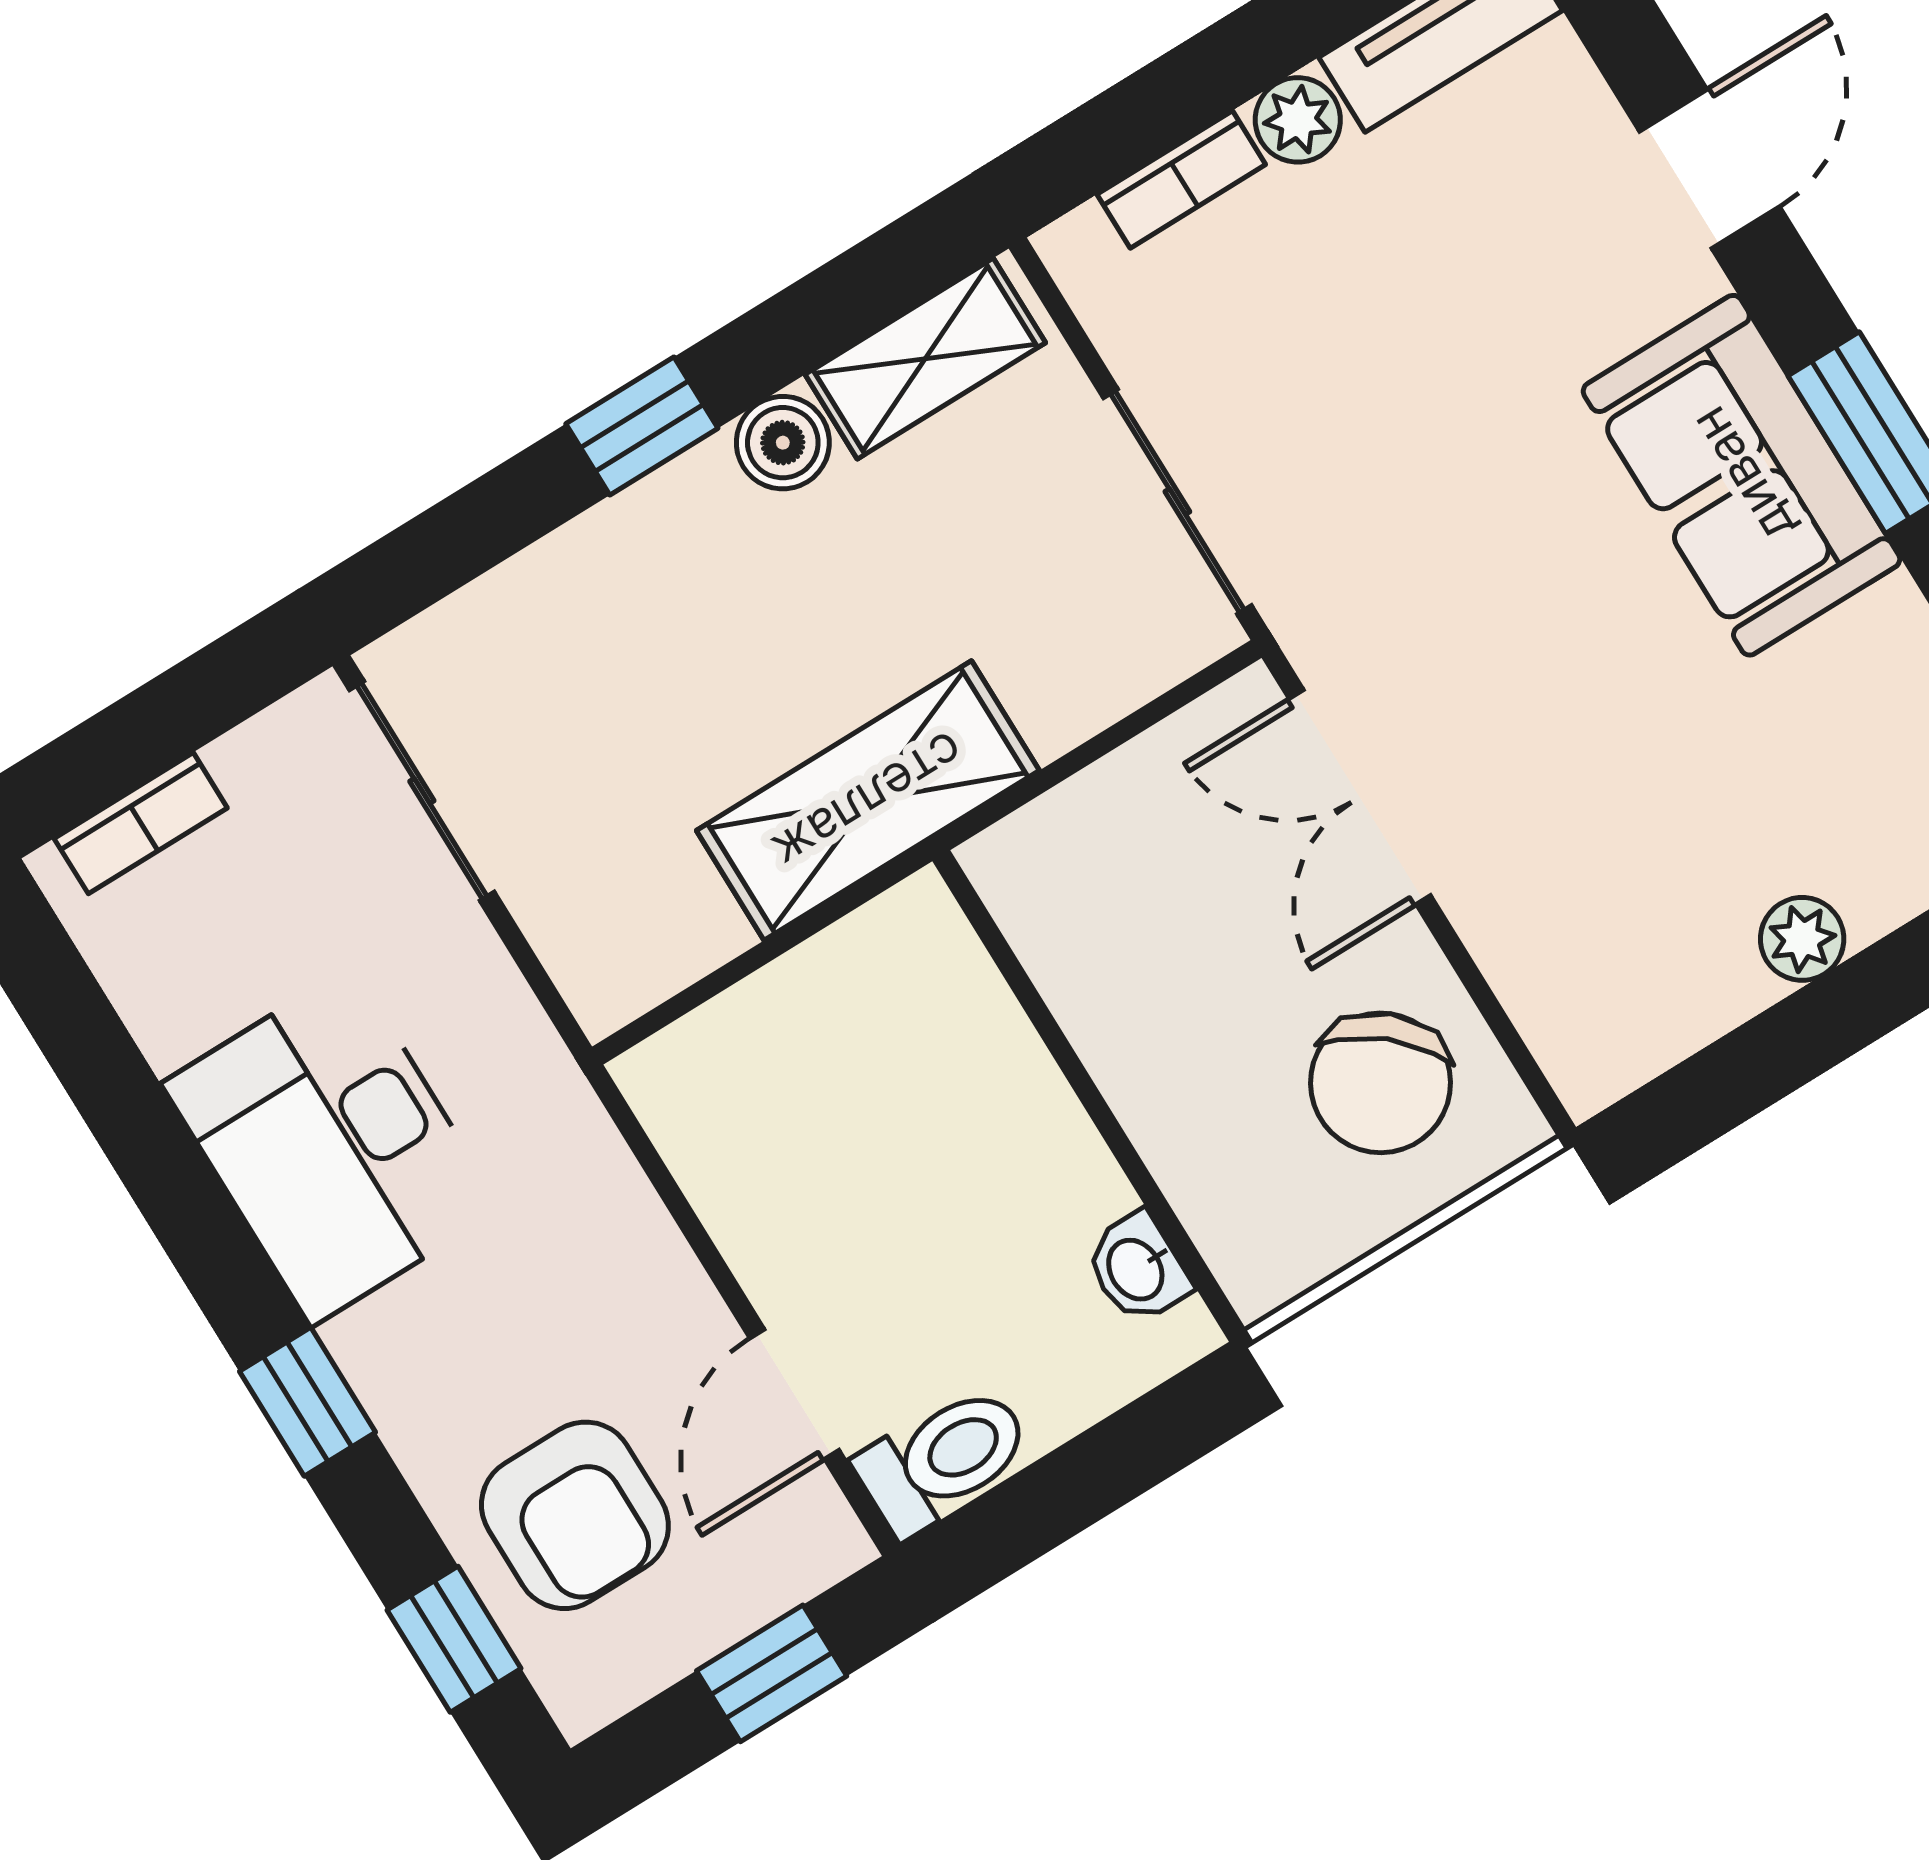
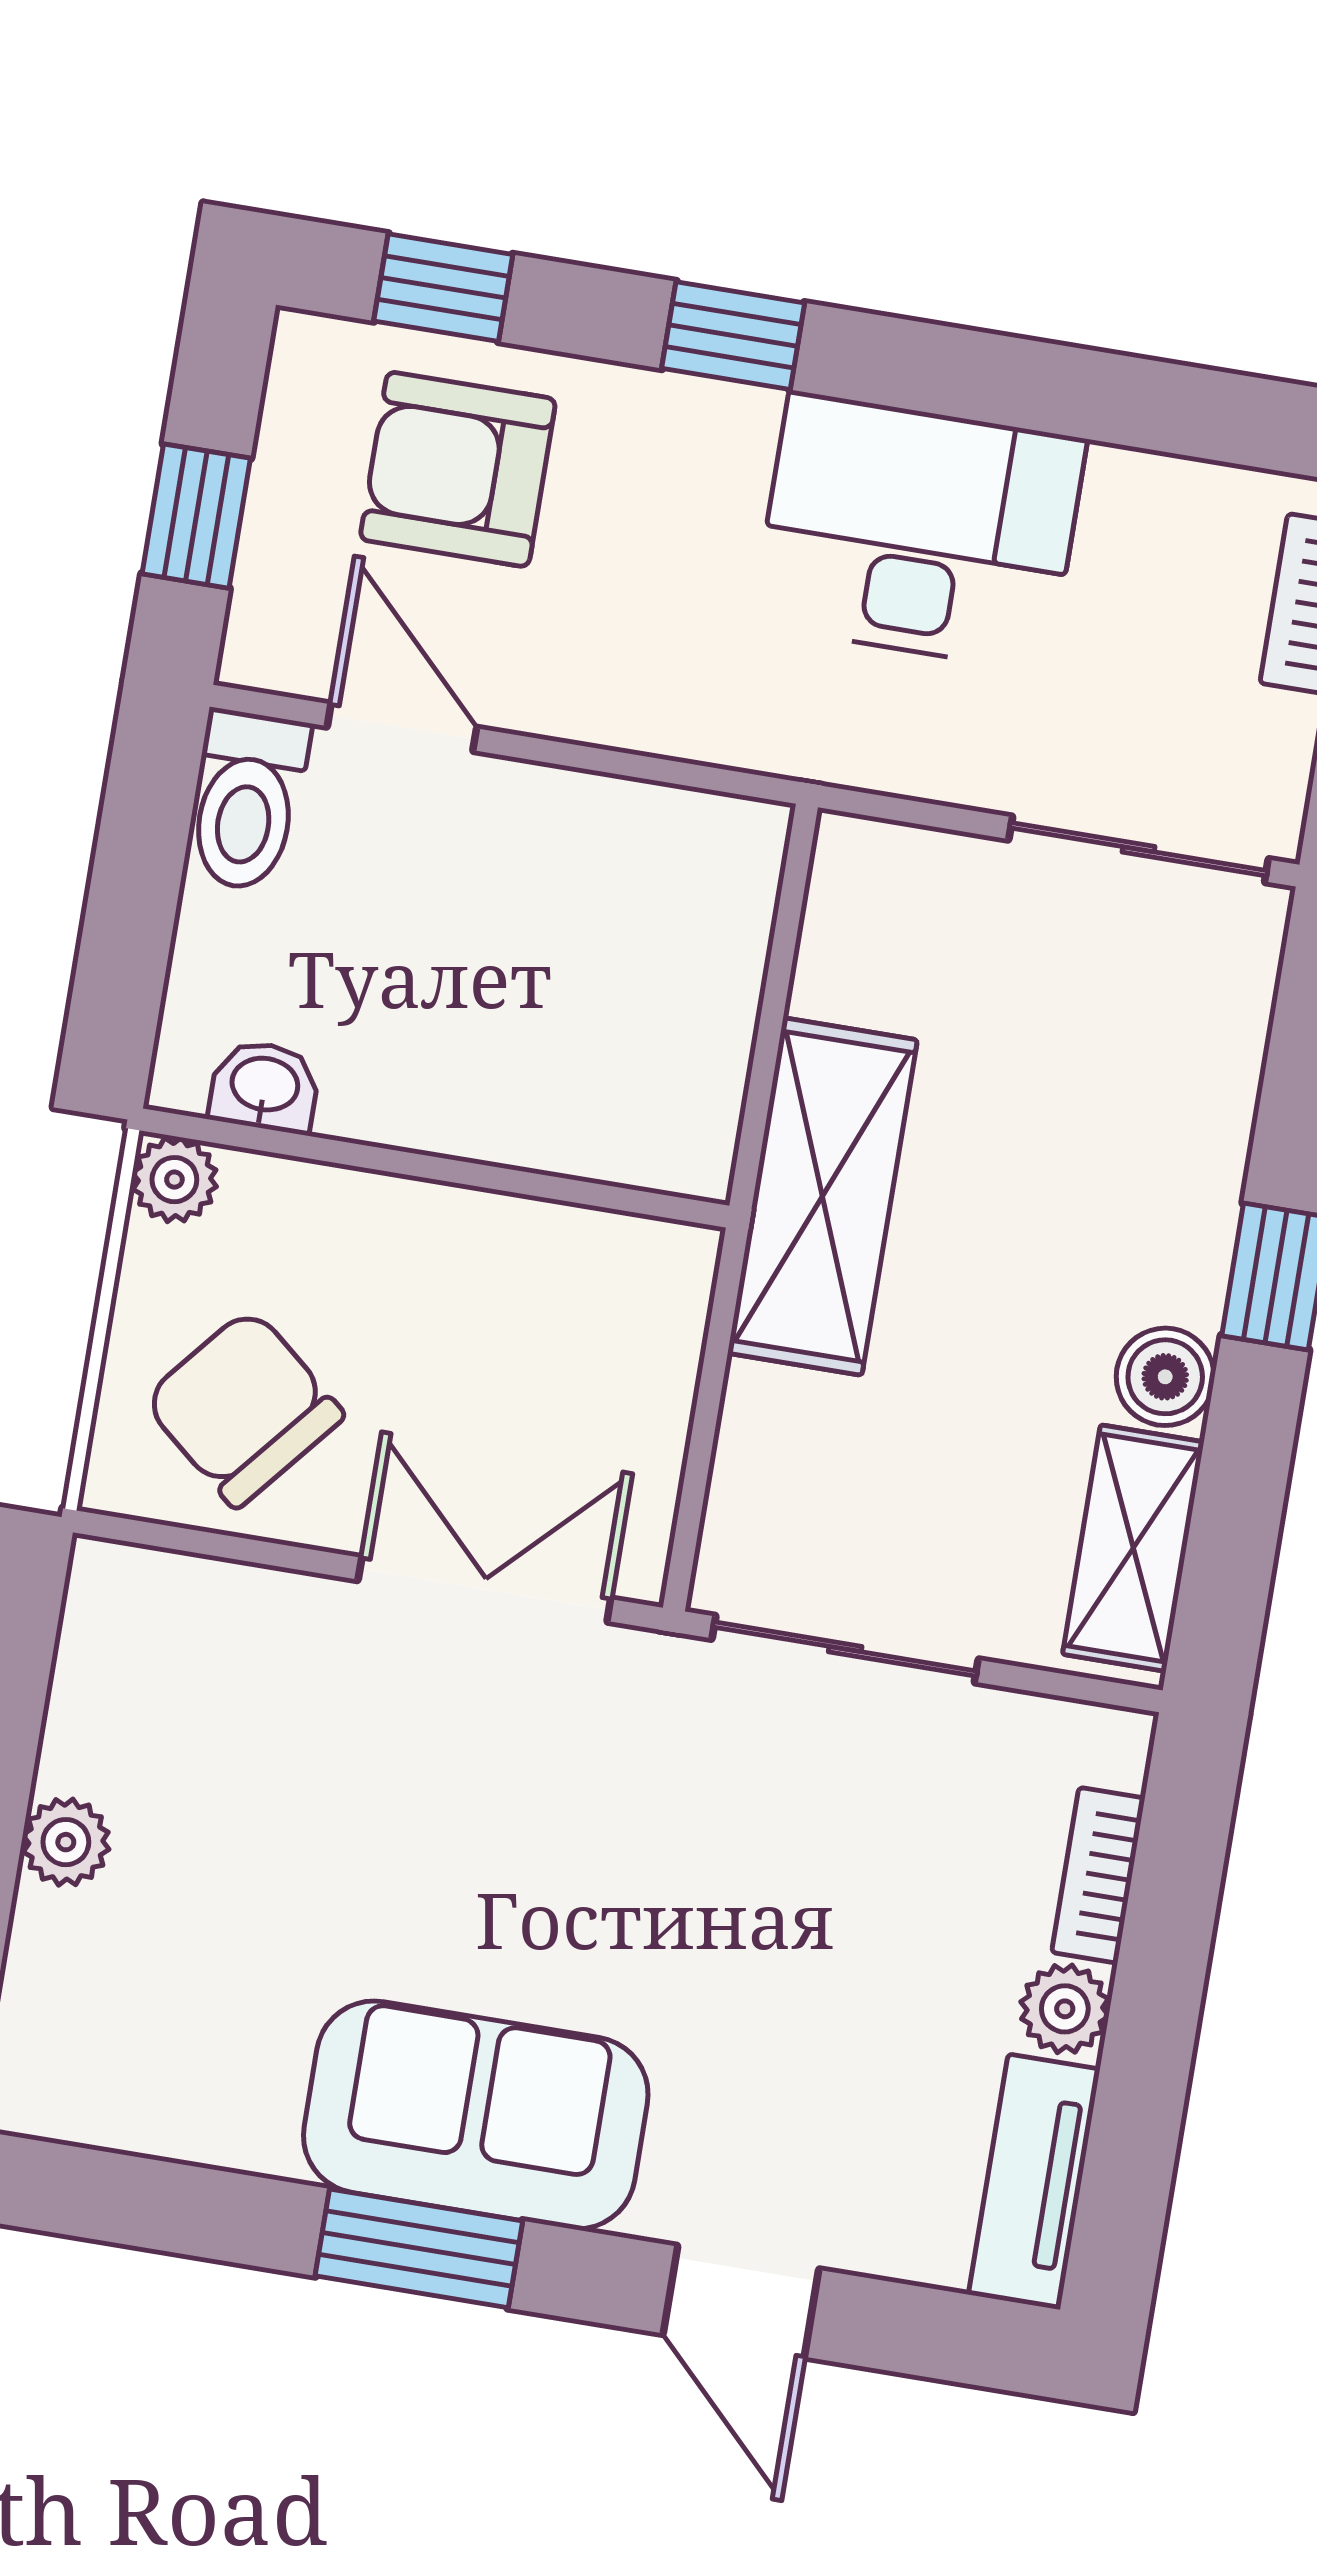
plant: (1260, 1275) -> (174, 1180), added

